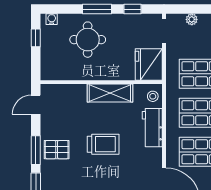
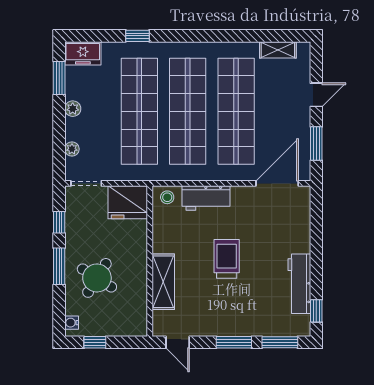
round table: (88, 40) -> (97, 278), turned 32
shelving: (110, 93) -> (163, 282), moved
pallet: (57, 150) -> (233, 316), removed

